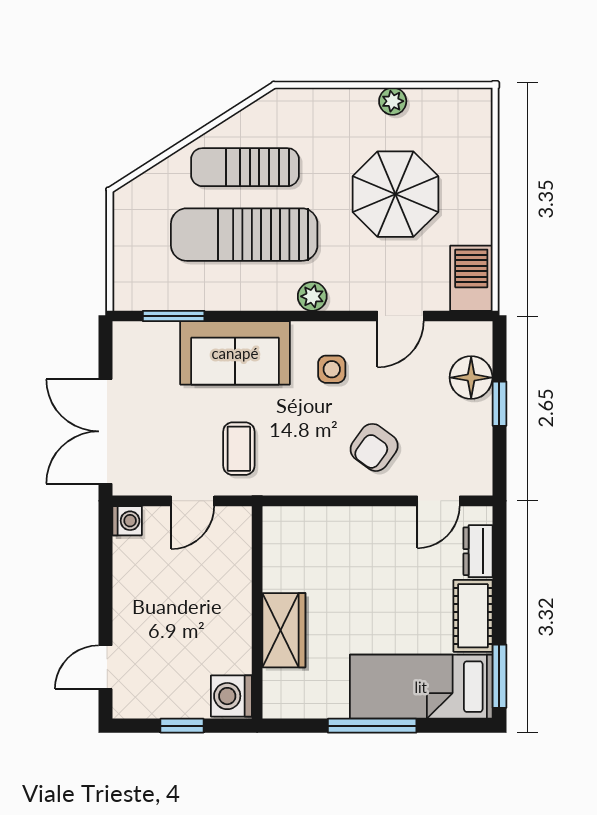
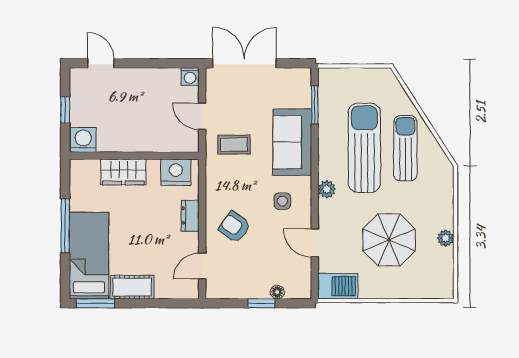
floor lamp: (471, 378) -> (277, 292), width x0.53, depth x0.53
door: (438, 501) -> (202, 266), hinge flipped
nightstand: (284, 544) -> (176, 172), added
dresser: (478, 551) -> (190, 216), moved, turned -90

